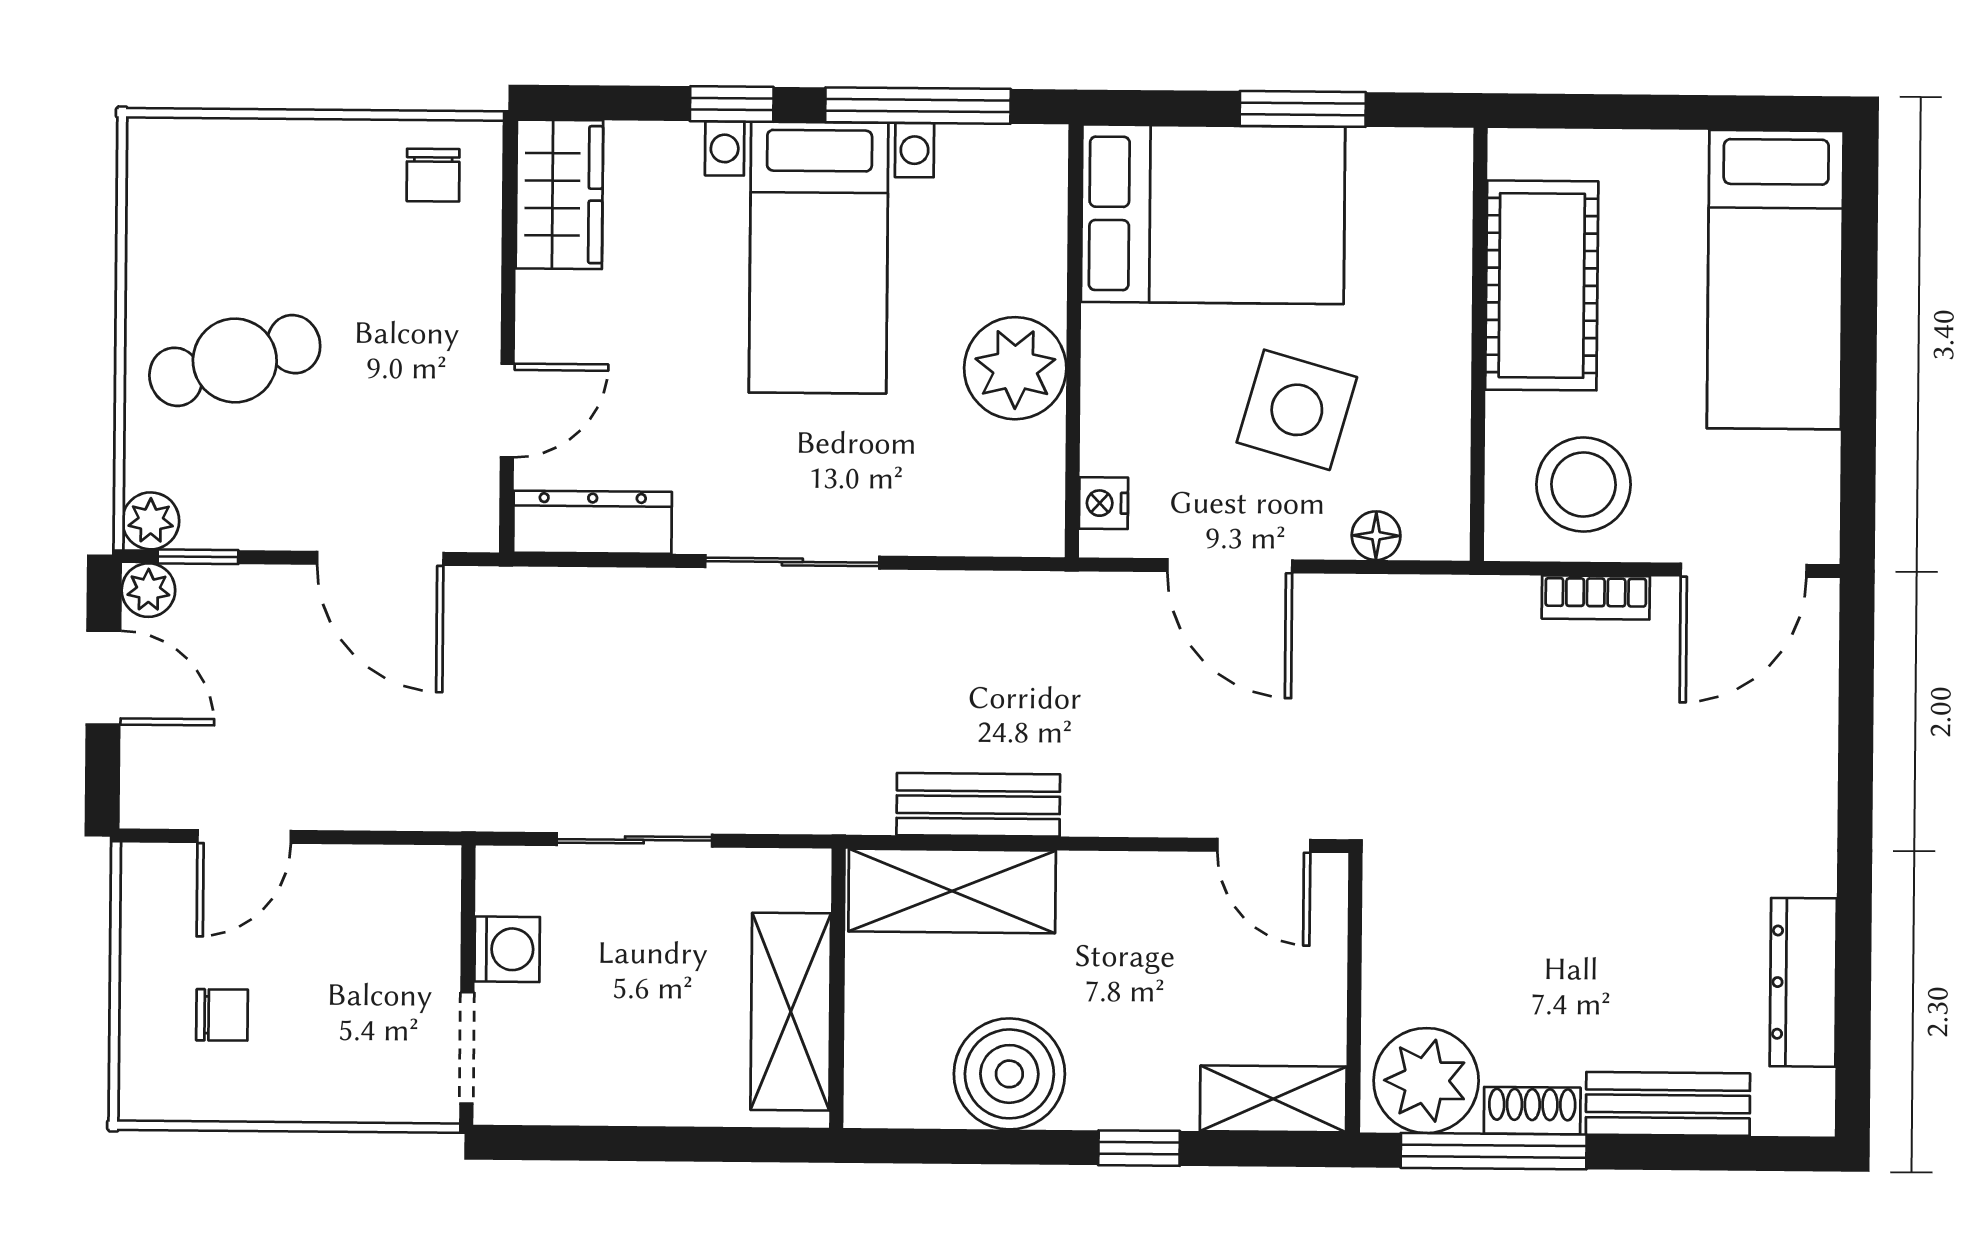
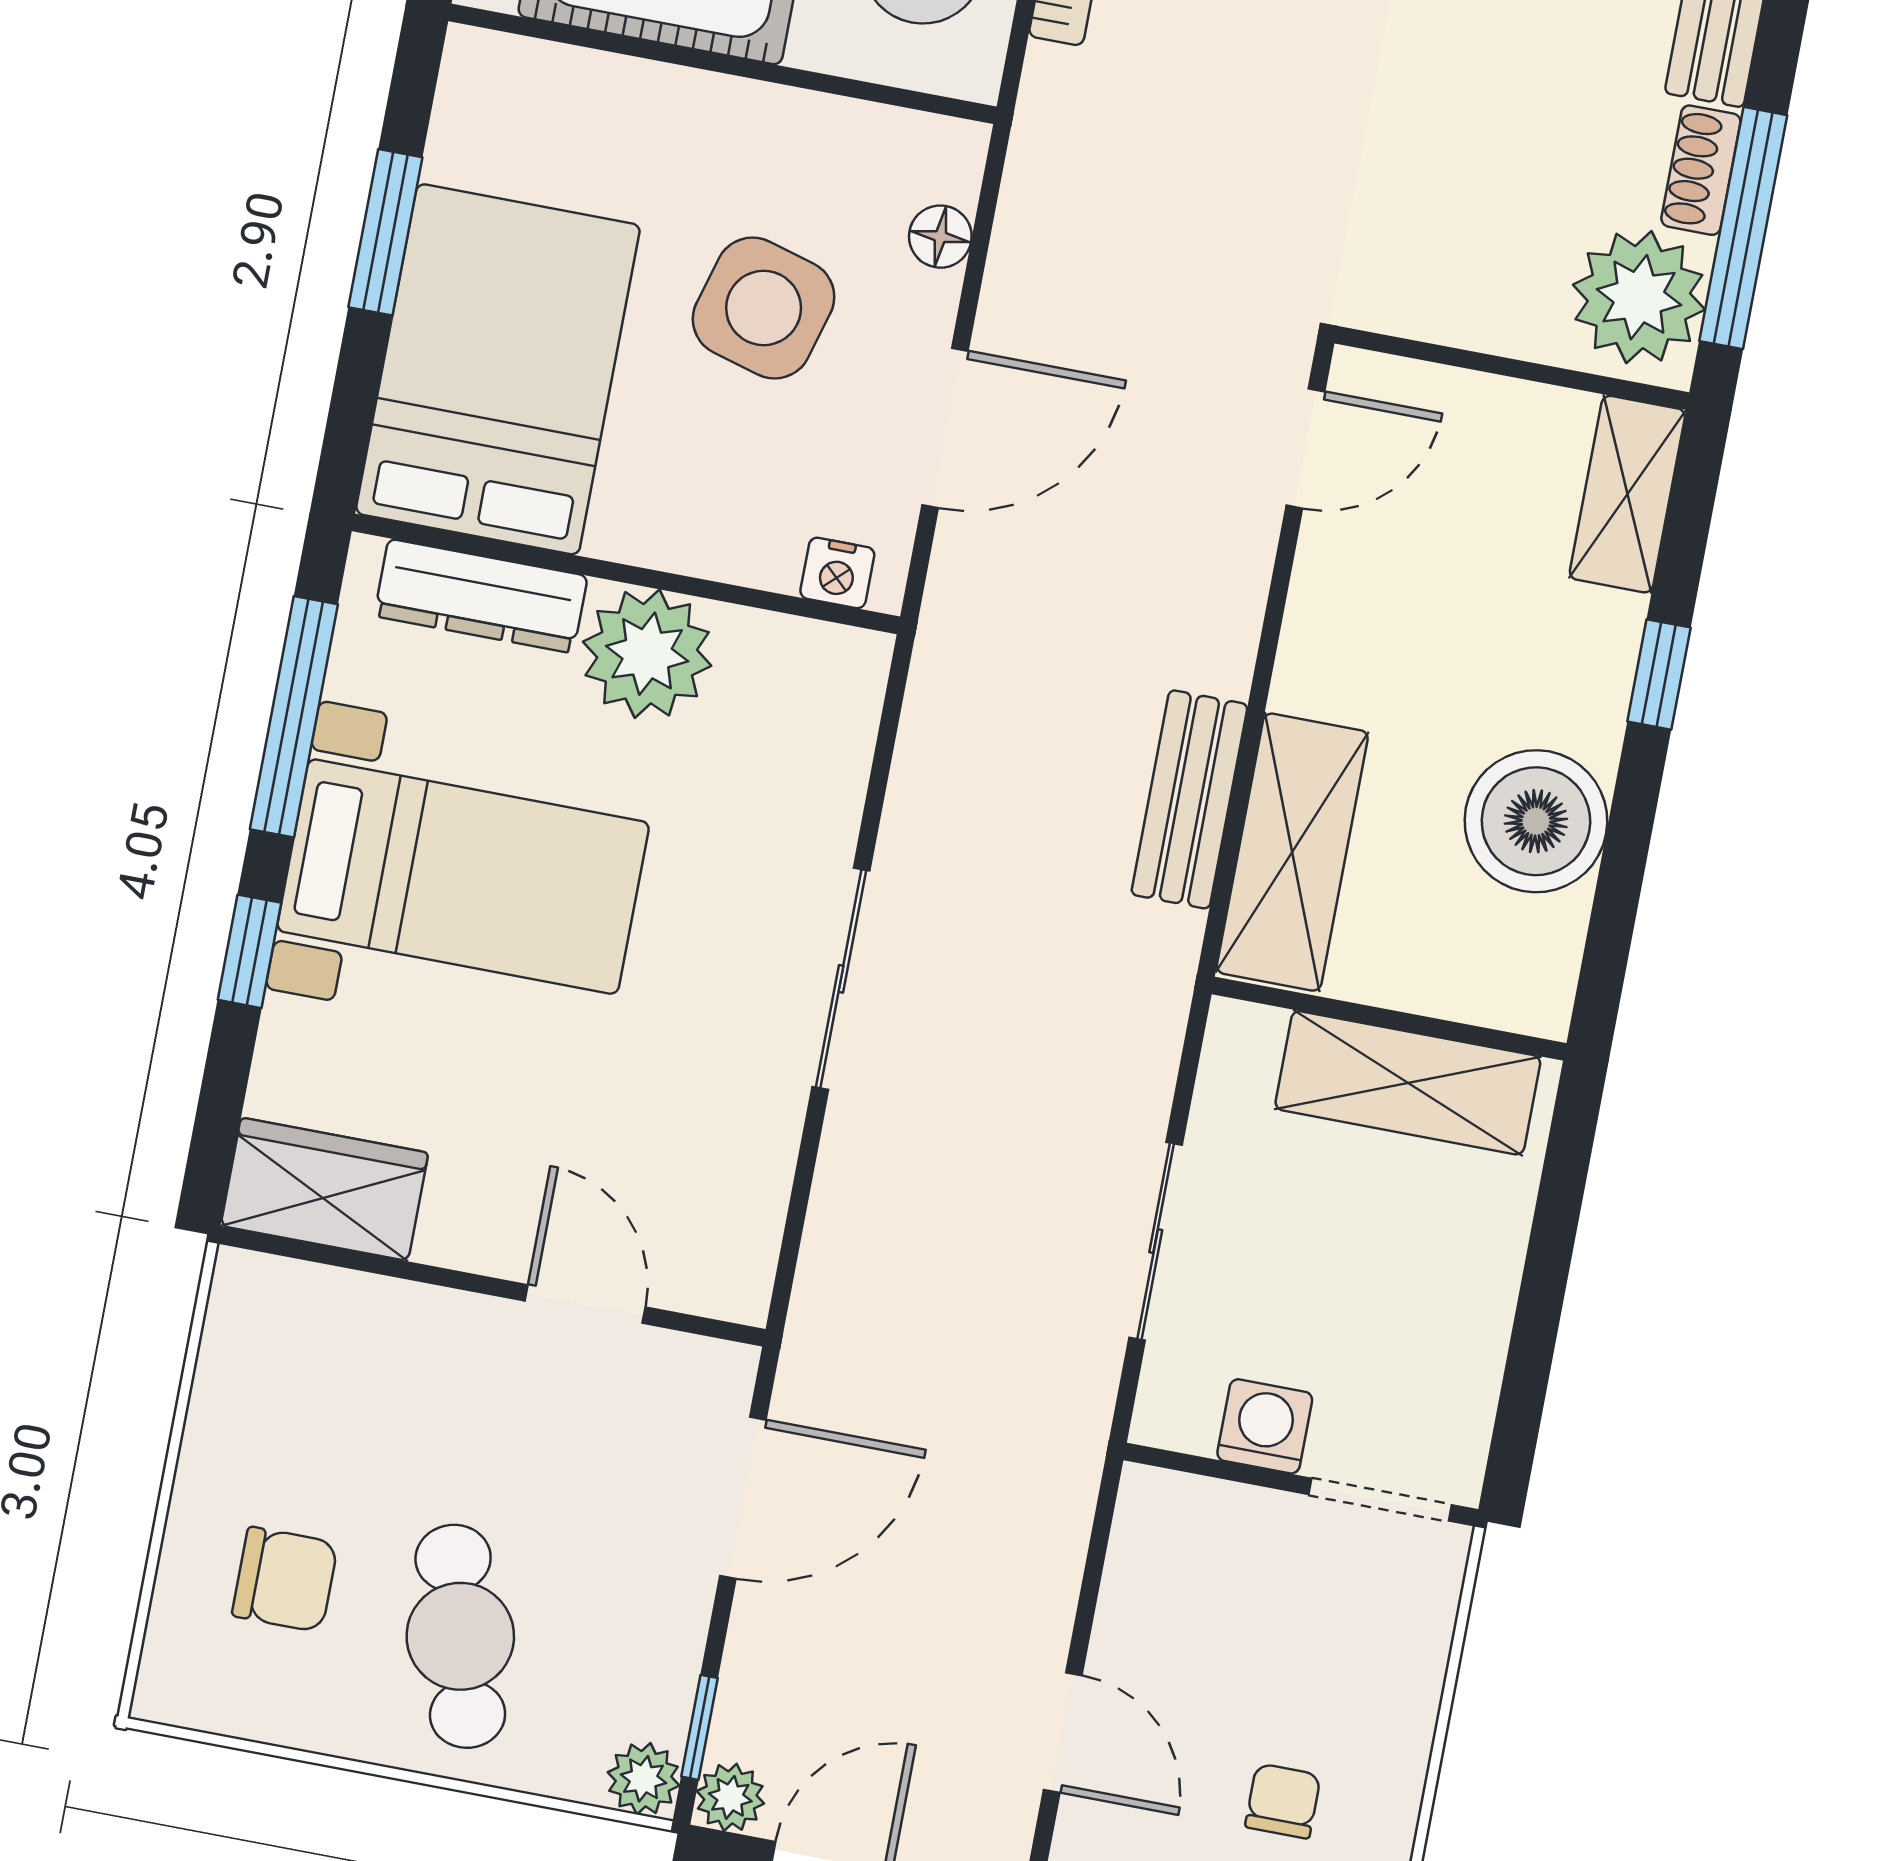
chair: (433, 175) -> (285, 1579), moved, width x1.37, depth x1.37
dresser: (592, 522) -> (481, 596), moved, turned -90

